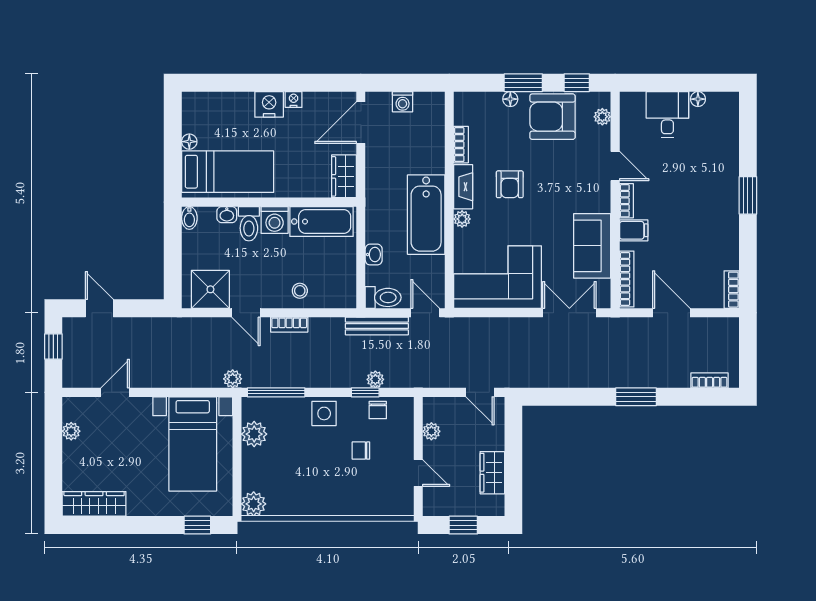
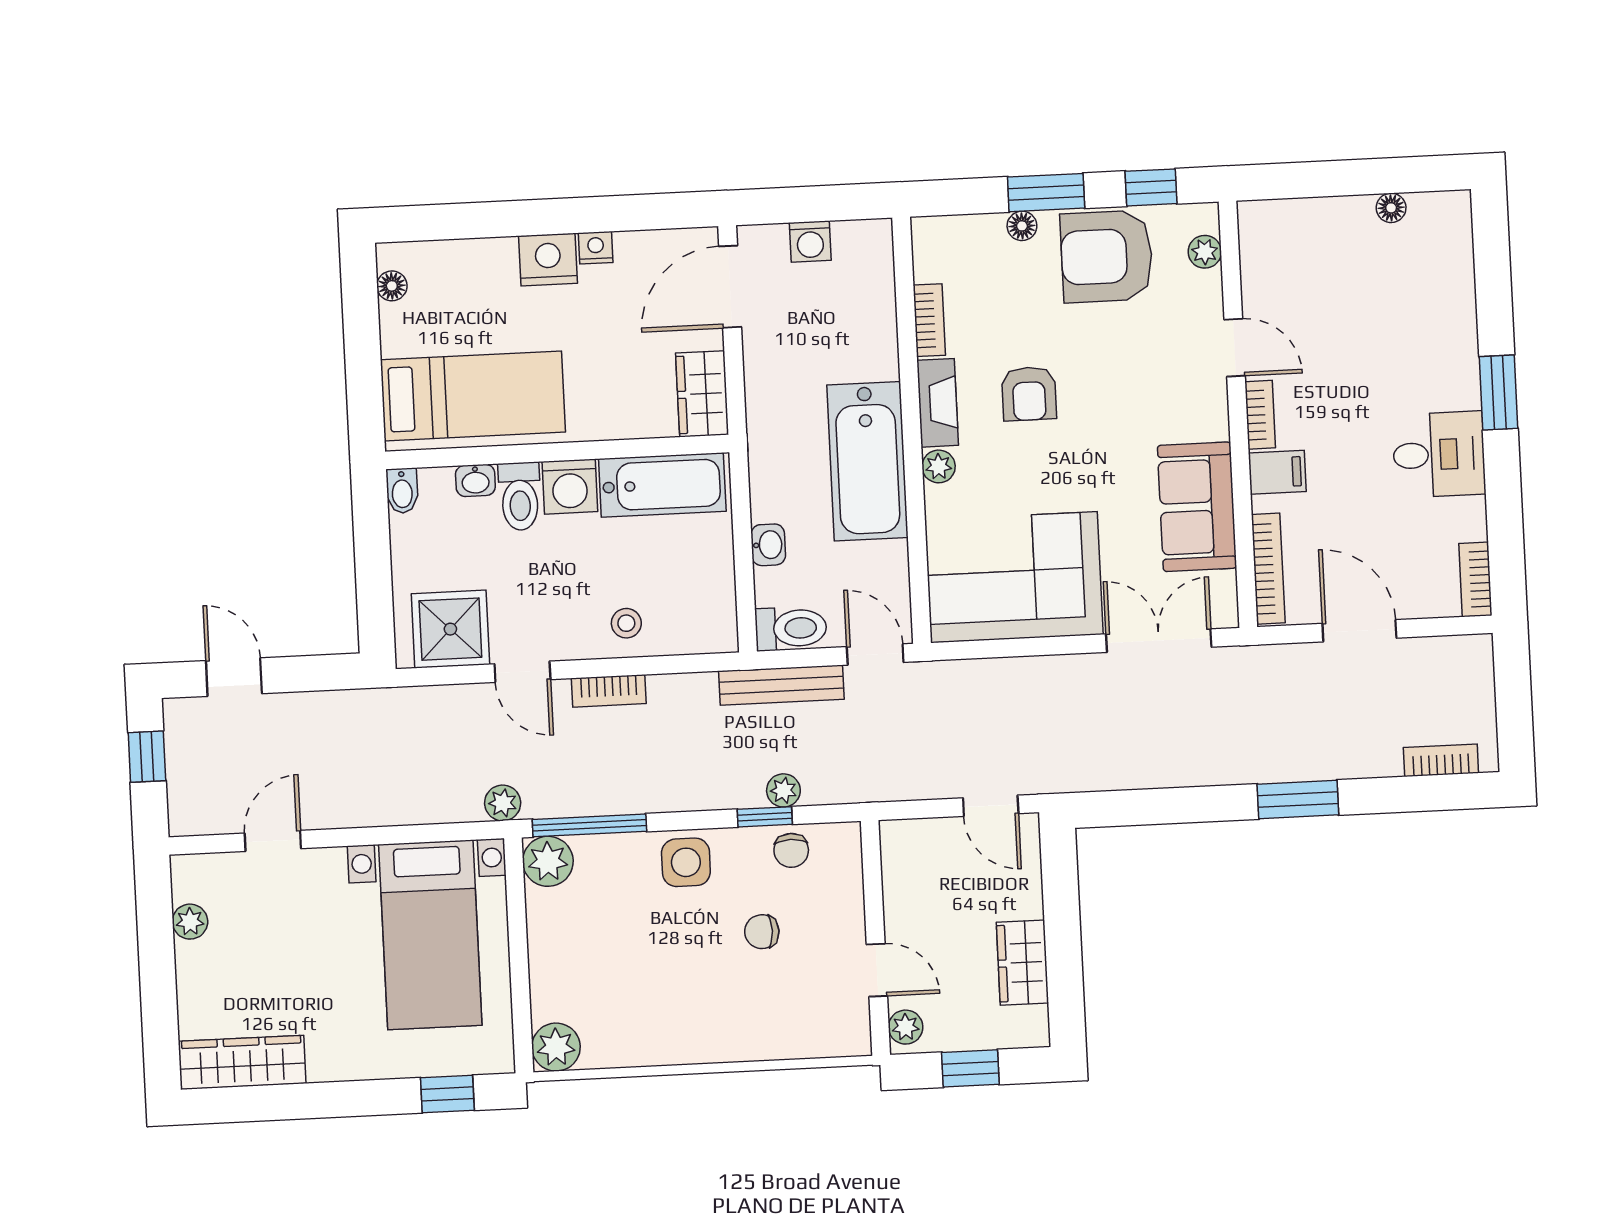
desk: (667, 114) -> (1439, 454), moved, turned 90
floor lamp: (189, 142) -> (392, 286), moved
plant: (431, 431) -> (906, 1027), moved
plant: (254, 434) -> (548, 861), moved

